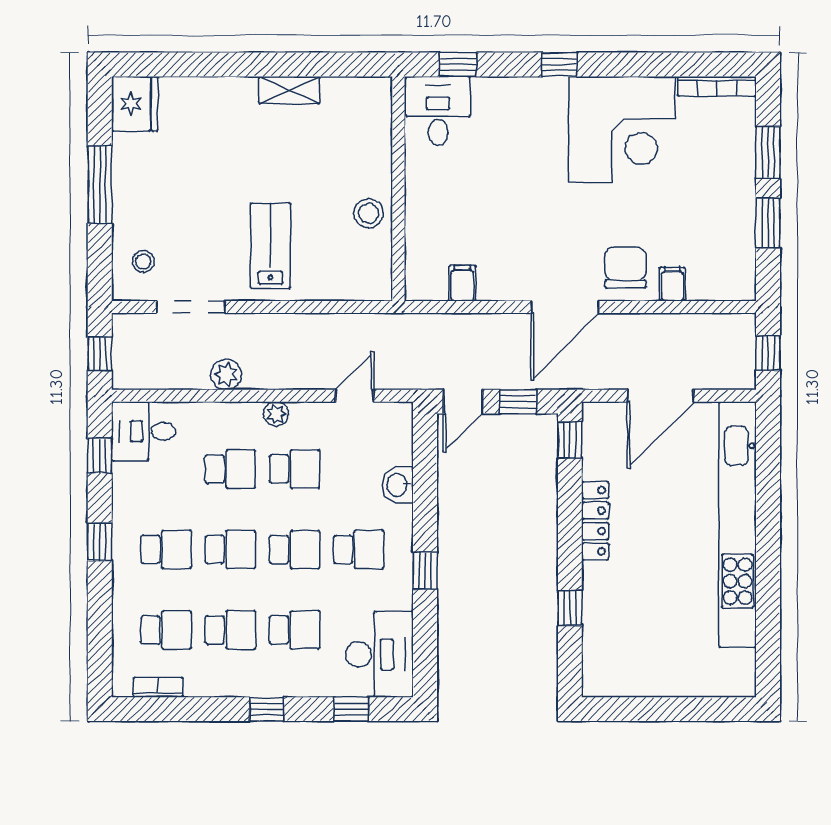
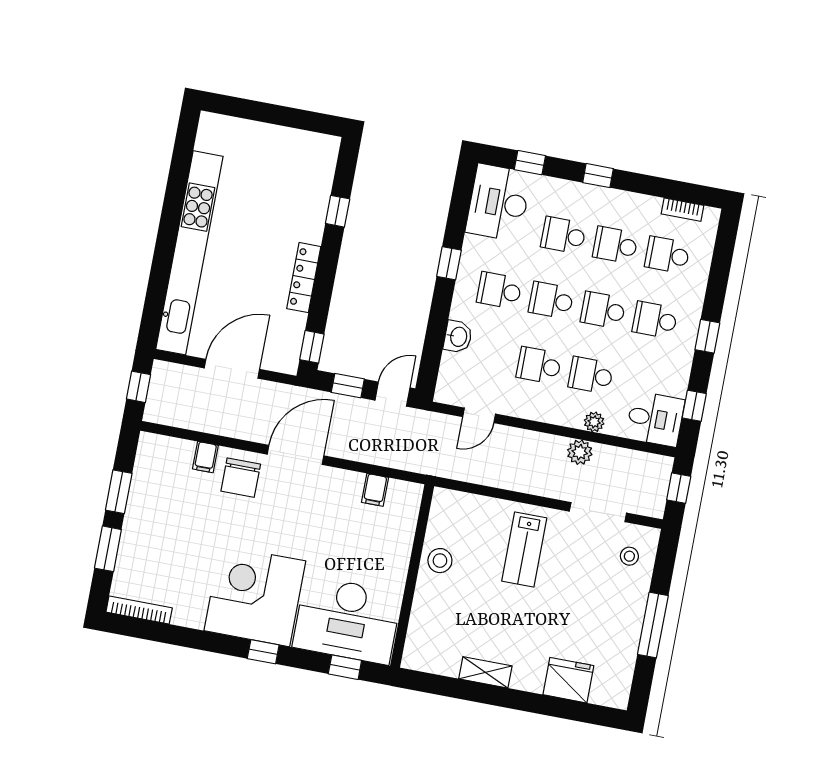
fridge: (135, 104) -> (568, 680), moved, turned 90
desk: (438, 111) -> (347, 620), width x1.87, depth x1.30
corner desk: (622, 130) -> (255, 596), moved
plant: (276, 414) -> (594, 422), moved

